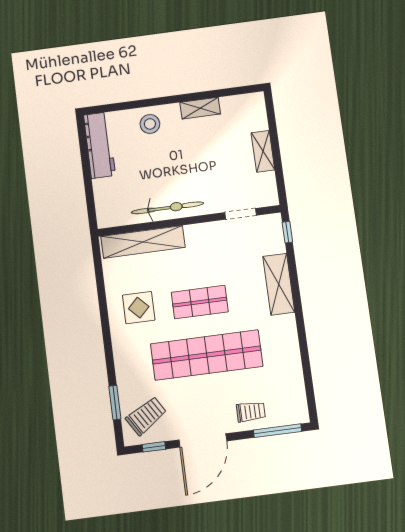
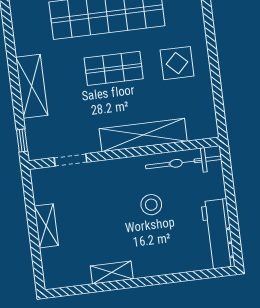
stool: (150, 124) -> (151, 205), moved
bicycle: (168, 208) -> (184, 162), moved
shelving: (143, 242) -> (143, 135), moved

